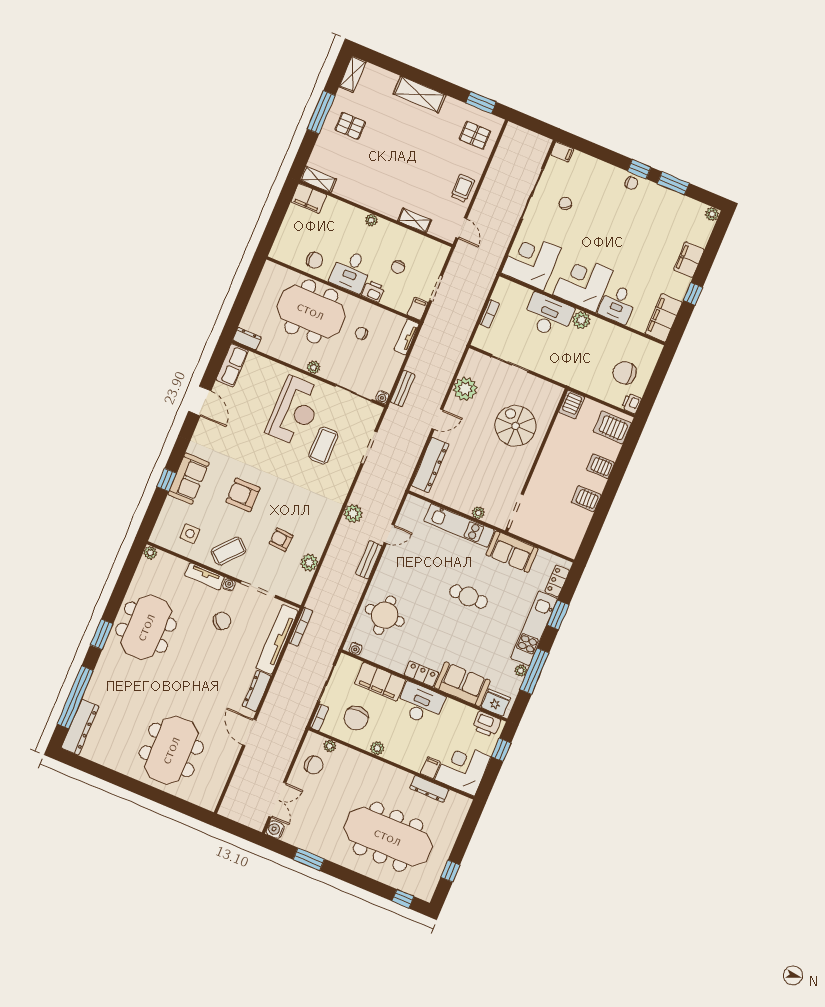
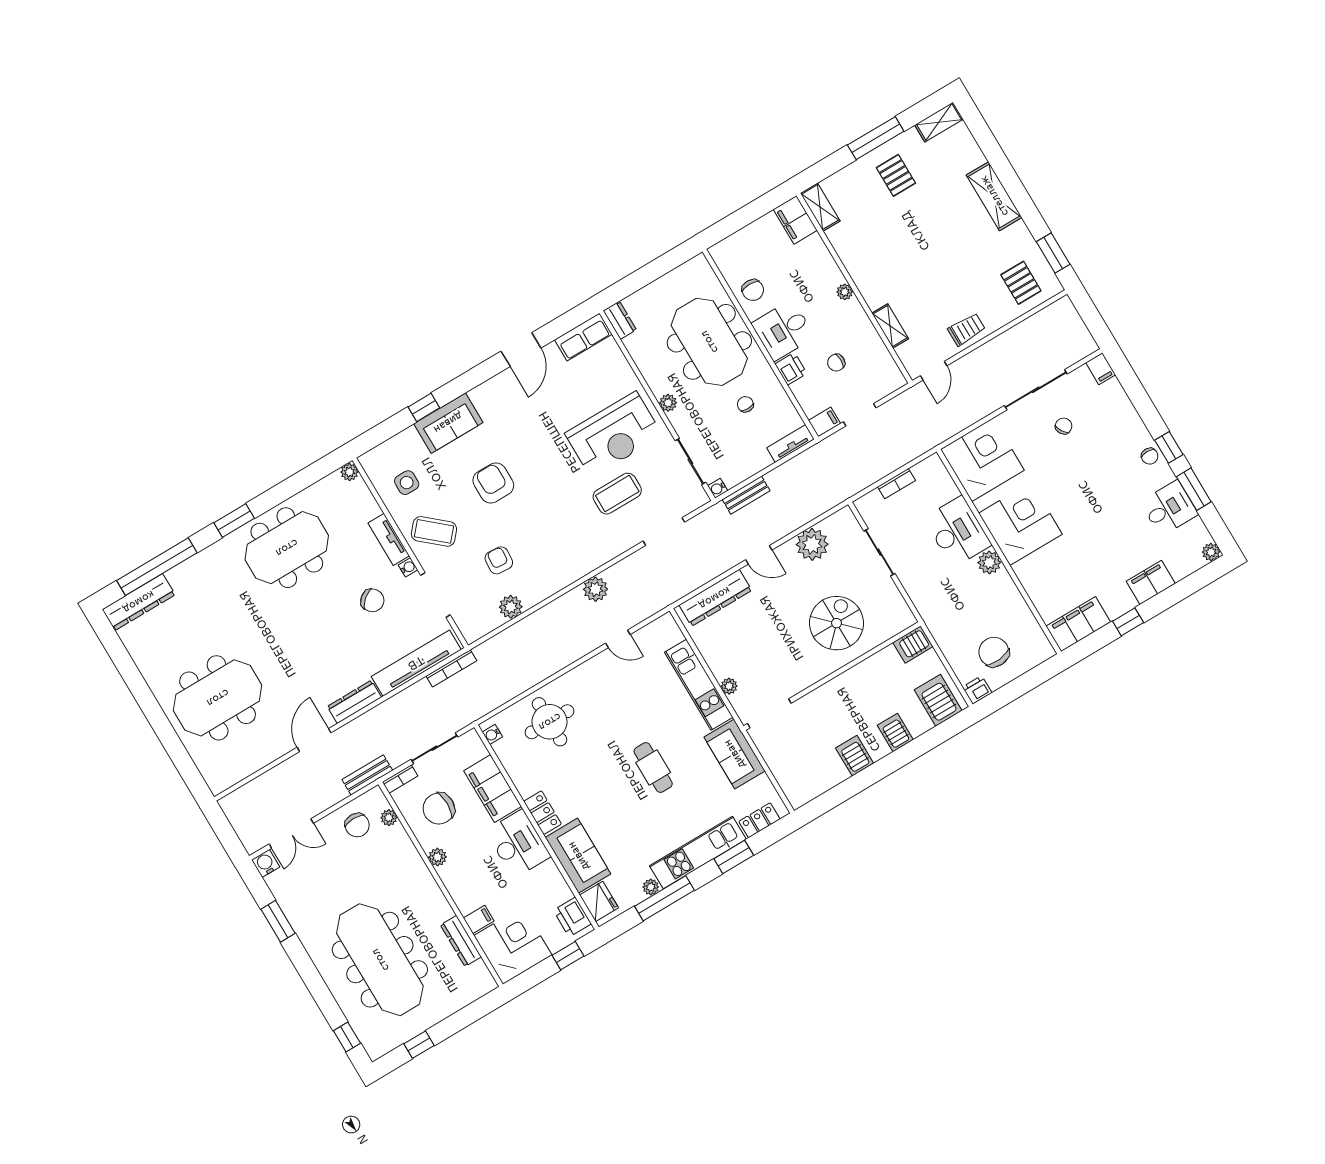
desk: (618, 304) -> (1169, 508), moved, turned 180
bench: (369, 560) -> (367, 775), moved

